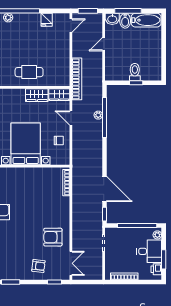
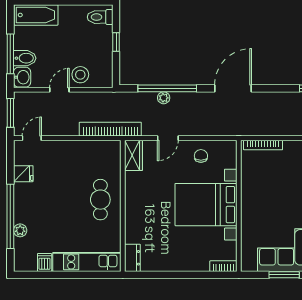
bathtub: (146, 20) -> (36, 15), moved, turned 90
door: (71, 26) -> (32, 138), hinge flipped
door: (104, 44) -> (59, 90), swing flipped
stool: (114, 58) -> (80, 75), added
toilet: (135, 72) -> (100, 17), moved
wardrobe: (37, 95) -> (134, 188), removed
door: (105, 189) -> (233, 88), moved

